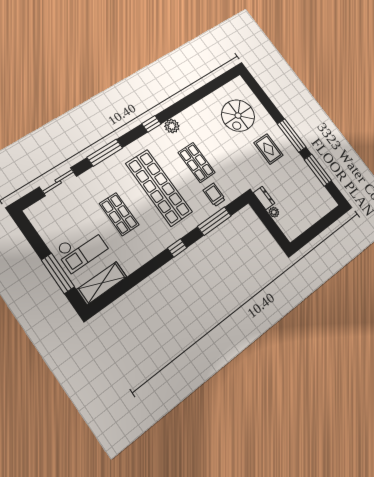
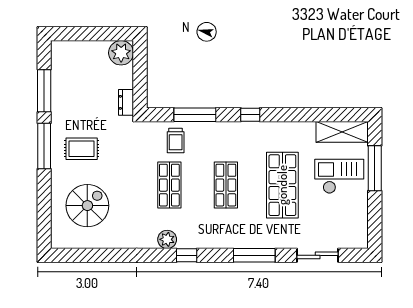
rug: (268, 149) -> (82, 149), turned 90
shop shelf: (159, 188) -> (226, 185), width x0.50, depth x0.74
plant: (274, 212) -> (121, 53), moved, width x1.88, depth x1.88
shop shelf: (119, 214) -> (282, 185), width x1.43, depth x1.36

